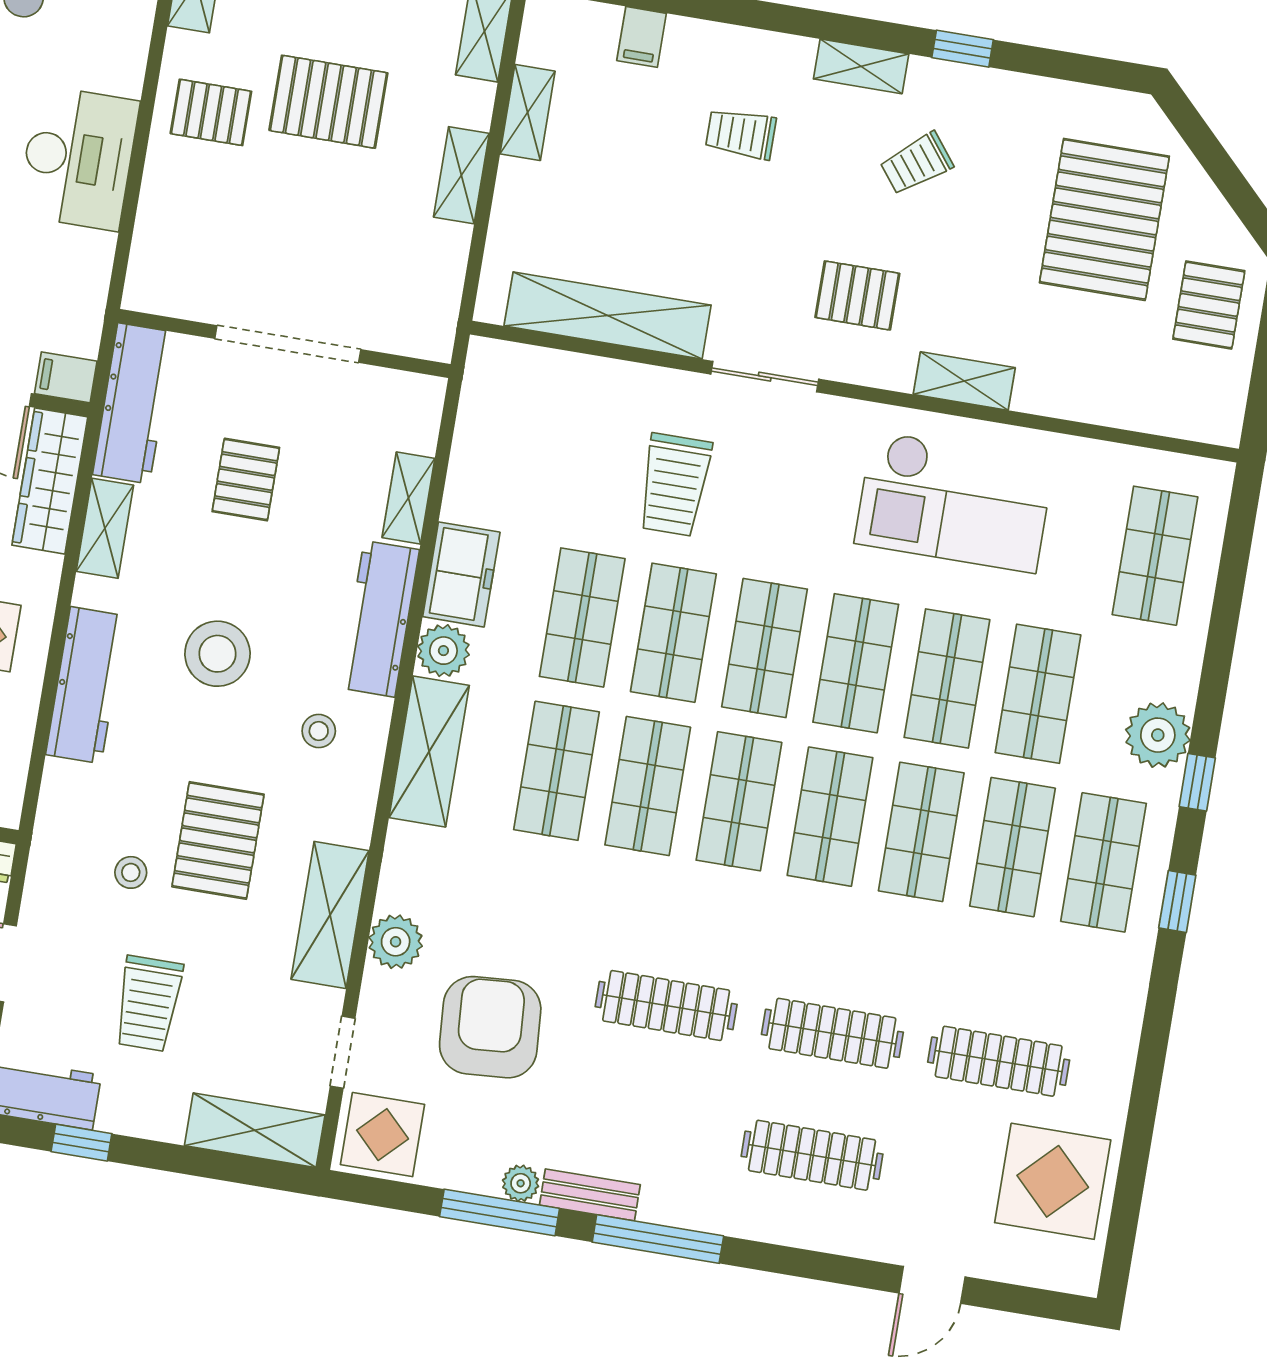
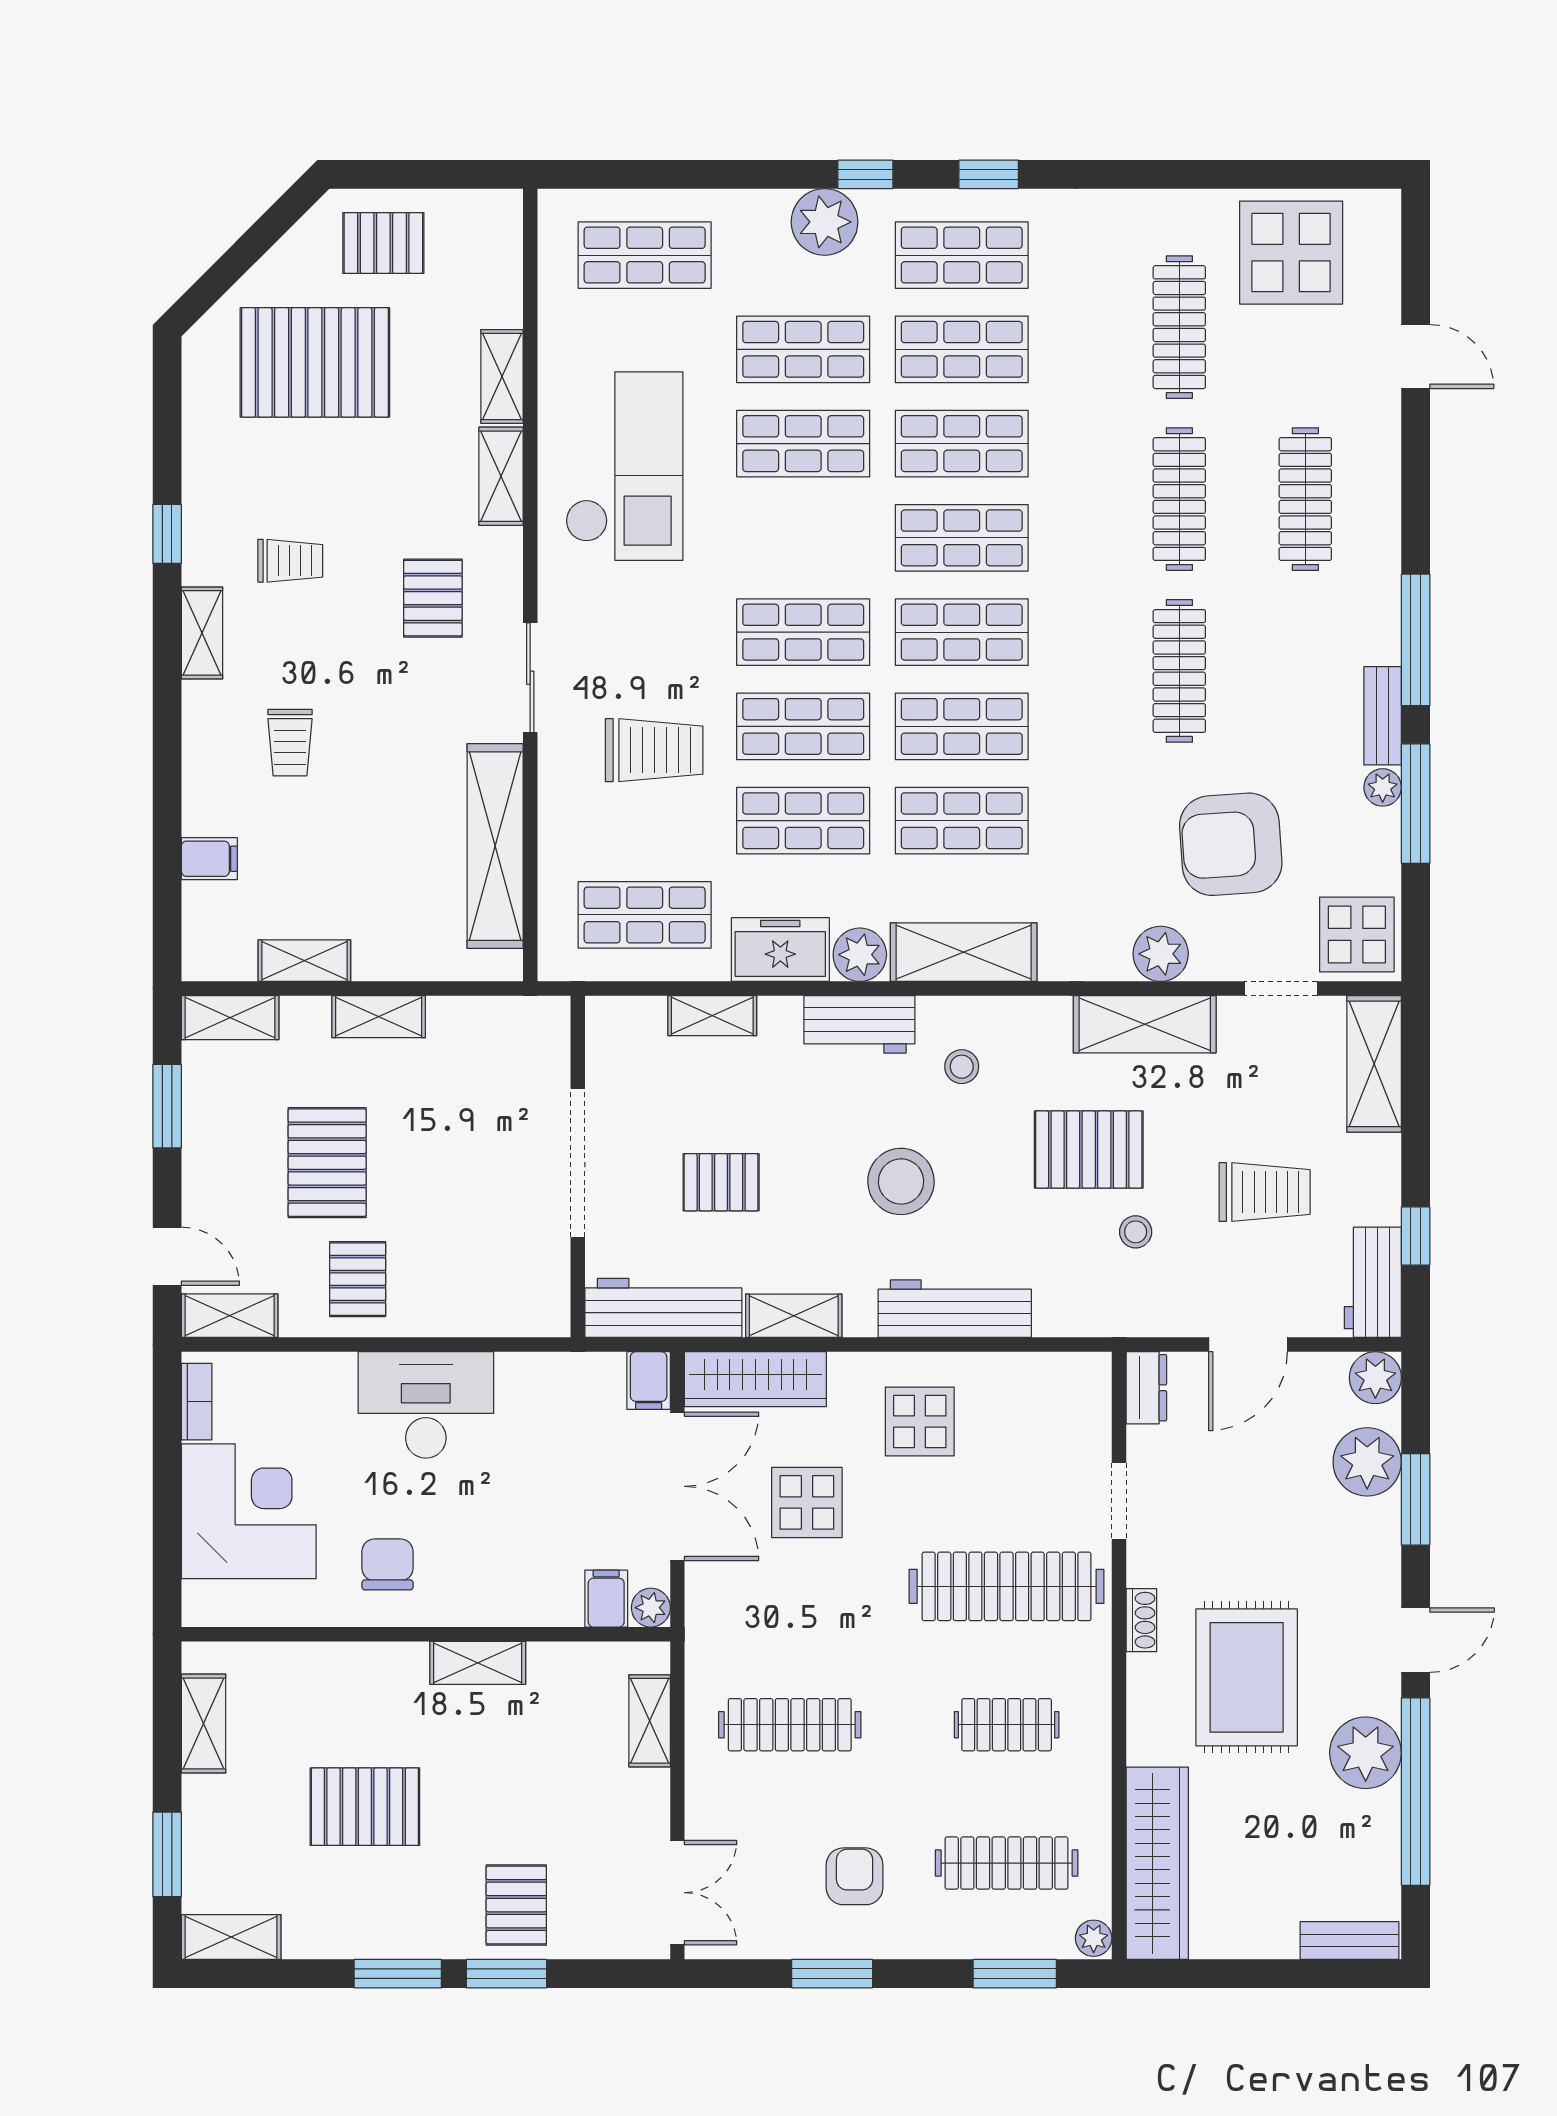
trolley: (917, 163) -> (290, 561), turned -52
shelving: (1061, 398) -> (502, 376), added
workbench: (380, 619) -> (859, 1024), width x0.73
shop shelf: (856, 663) -> (645, 915), moved

